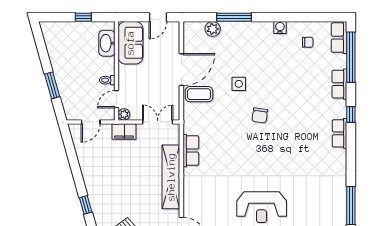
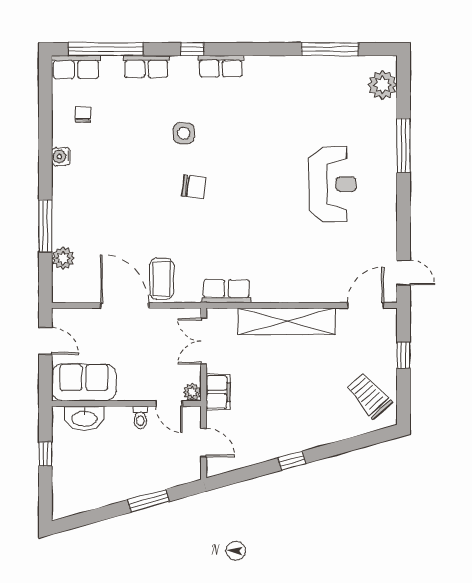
side table: (239, 84) -> (184, 133), moved
row of seats: (191, 151) -> (226, 291), moved
window: (86, 205) -> (292, 461), moved

